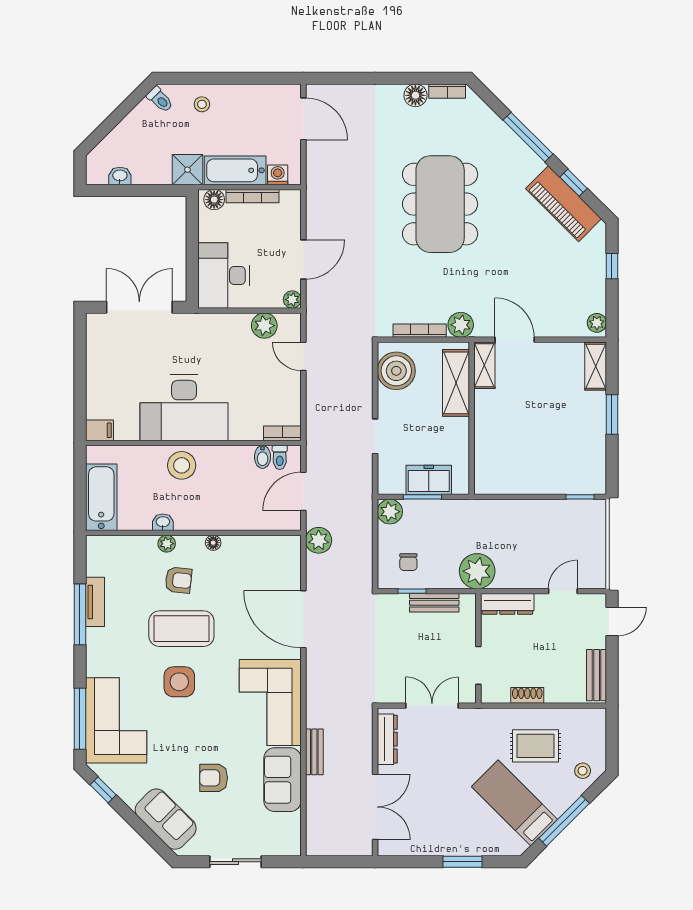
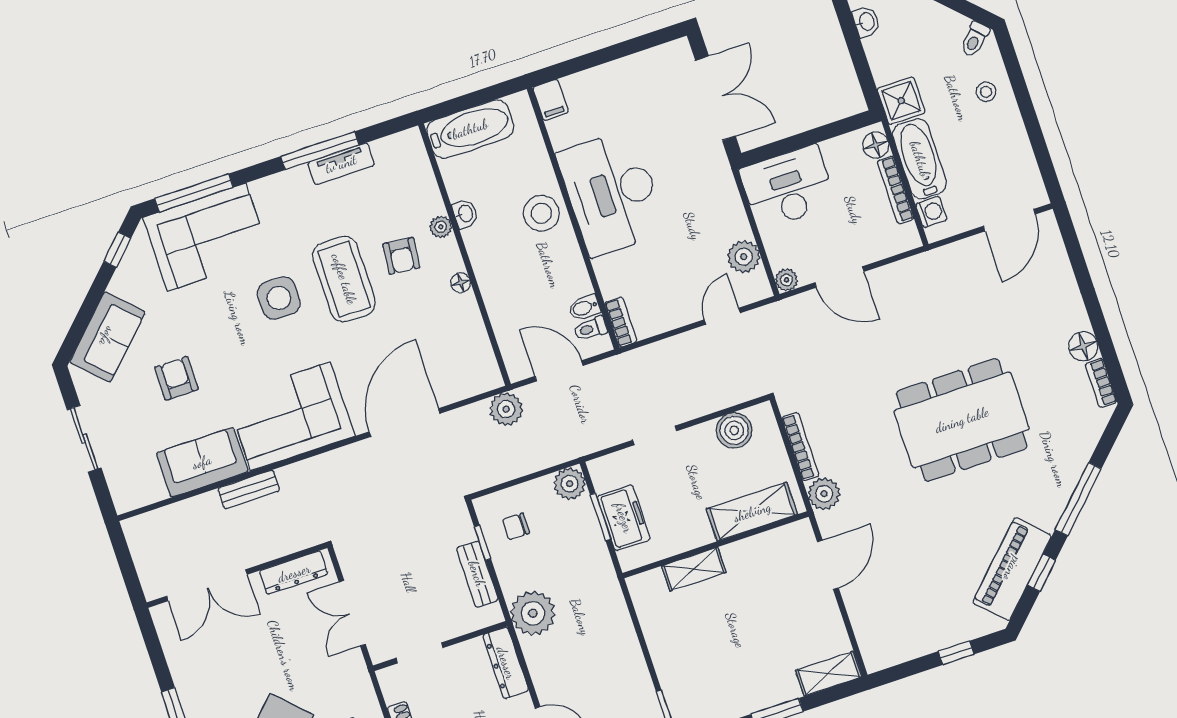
plant: (597, 323) -> (881, 658), removed
shelving: (484, 365) -> (694, 569), moved
boiler: (396, 371) -> (734, 430), width x0.73, depth x0.73
double door: (432, 706) -> (352, 613), swing flipped

